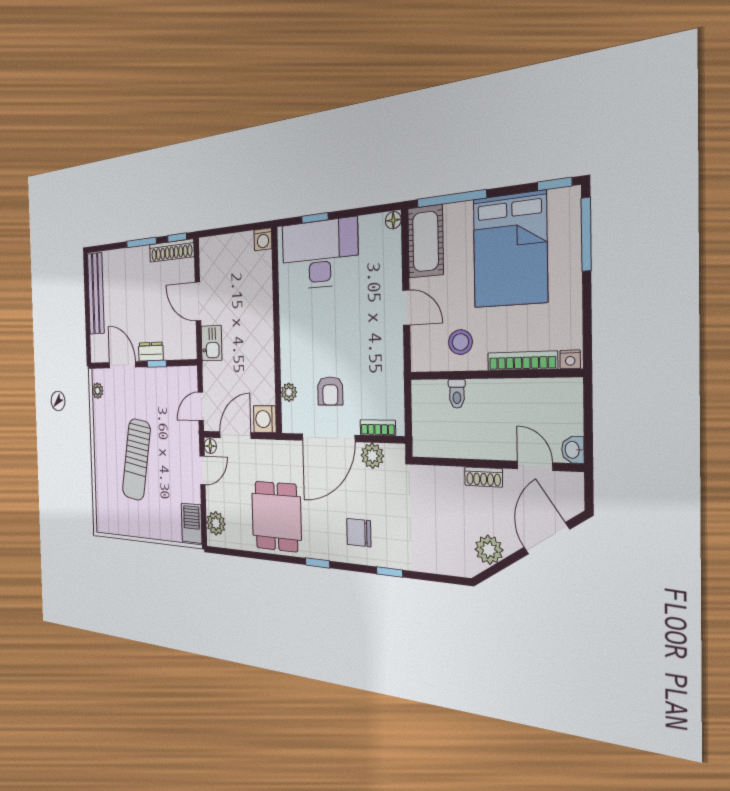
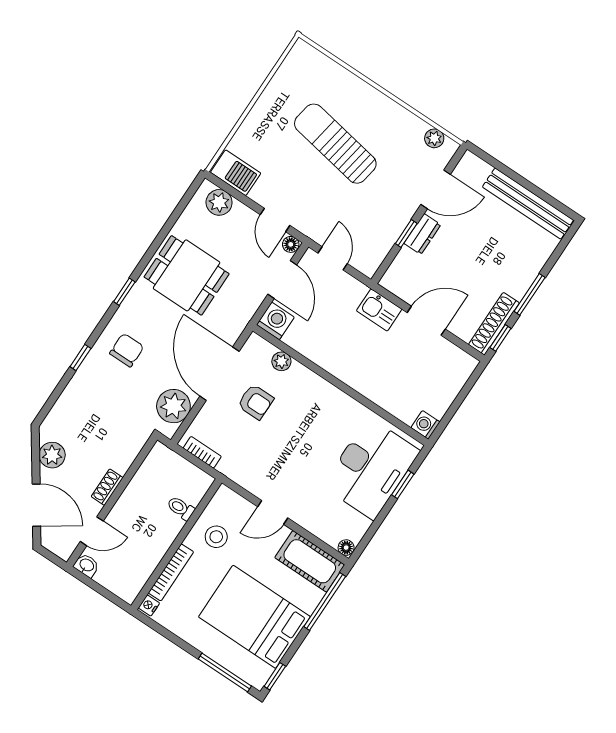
armchair: (330, 391) -> (256, 402), turned 180
bookcase: (378, 428) -> (202, 452), moved, turned -90
plant: (372, 456) -> (173, 406), width x1.36, depth x1.36

